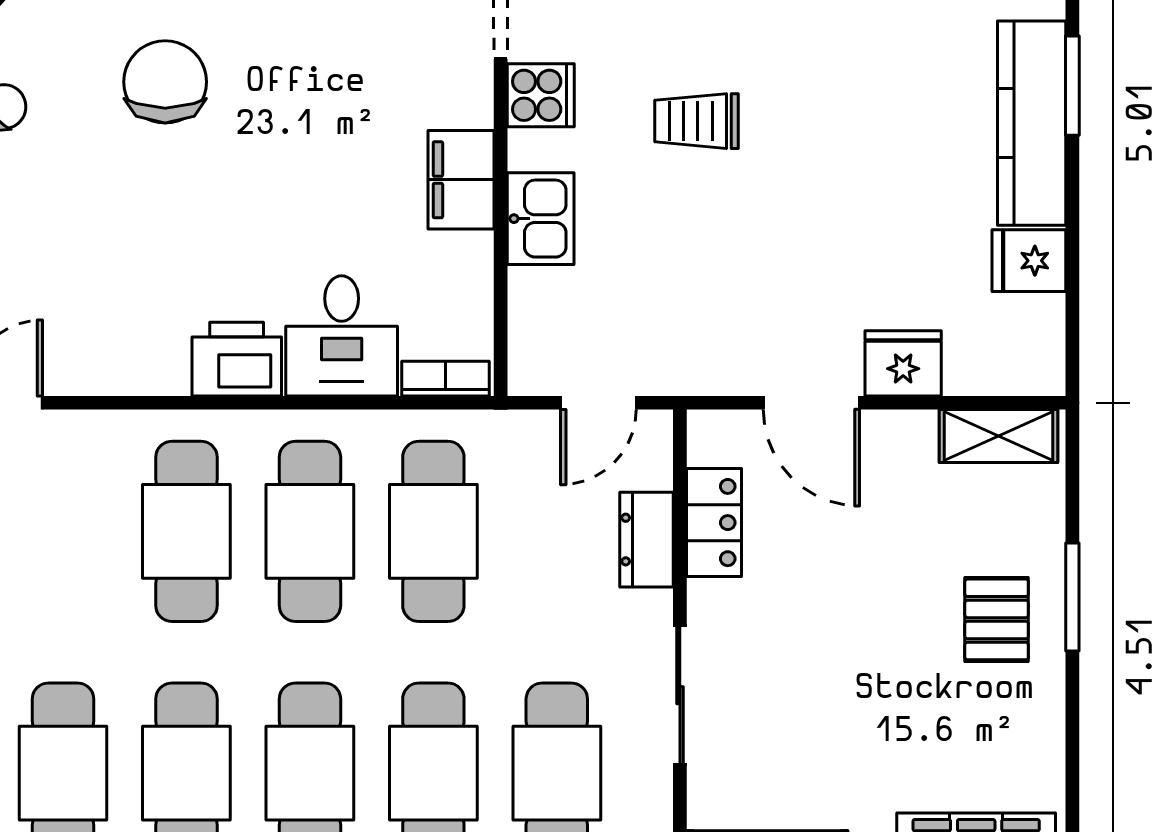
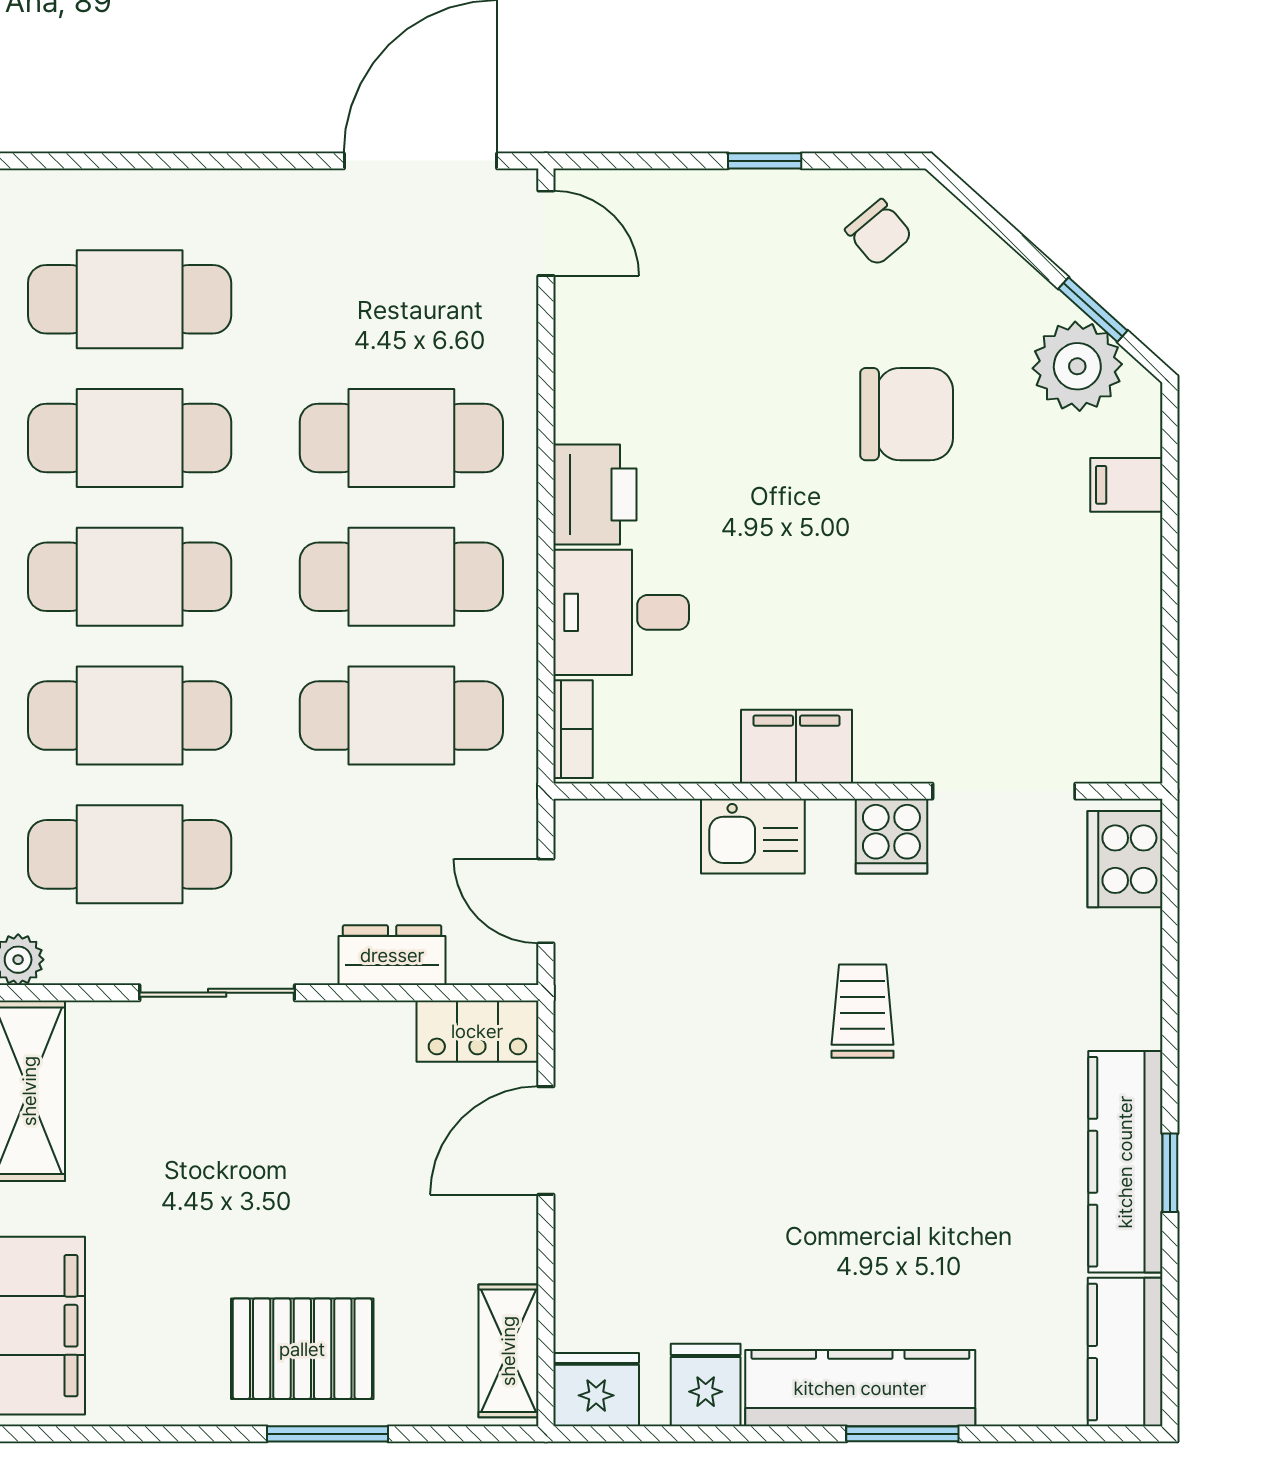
fridge: (903, 363) -> (596, 1390), moved, turned -90
locker: (714, 523) -> (477, 1031), moved
pallet: (997, 619) -> (302, 1349), width x1.50, depth x1.42

